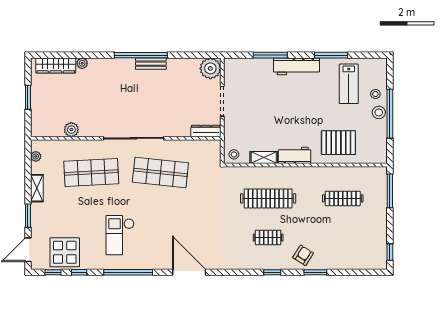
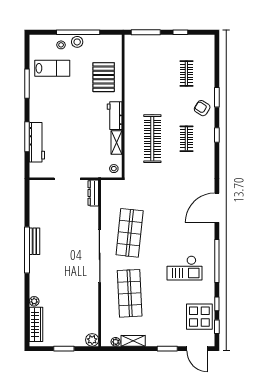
workbench: (297, 66) -> (37, 142), moved
plant: (210, 68) -> (39, 189), removed
plant: (71, 130) -> (92, 340), moved
shelving: (37, 188) -> (133, 341), moved
clothes rail: (343, 198) -> (186, 73), moved, width x0.73
window: (390, 252) -> (180, 32), moved

